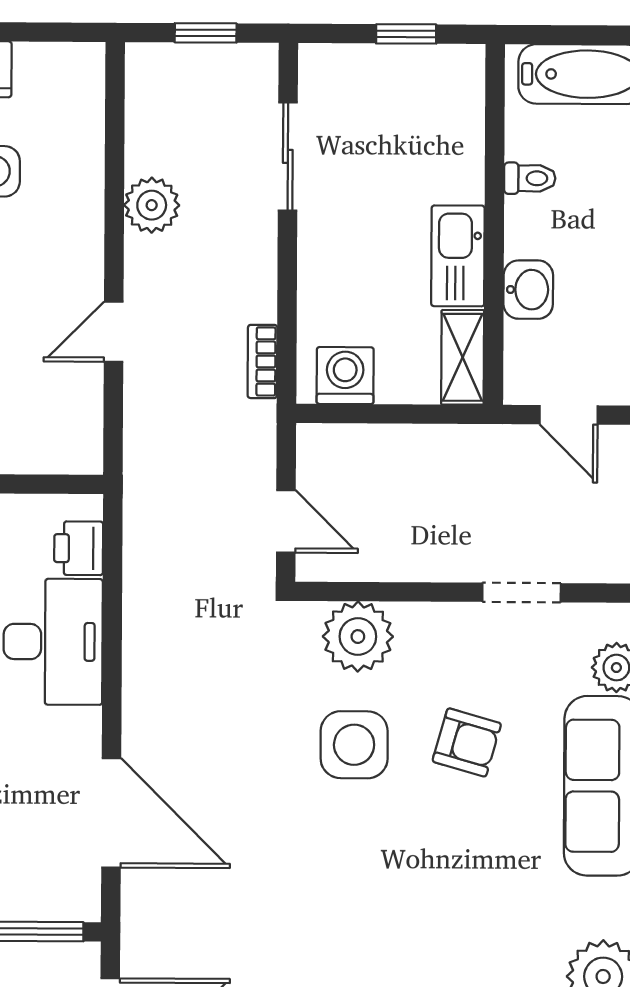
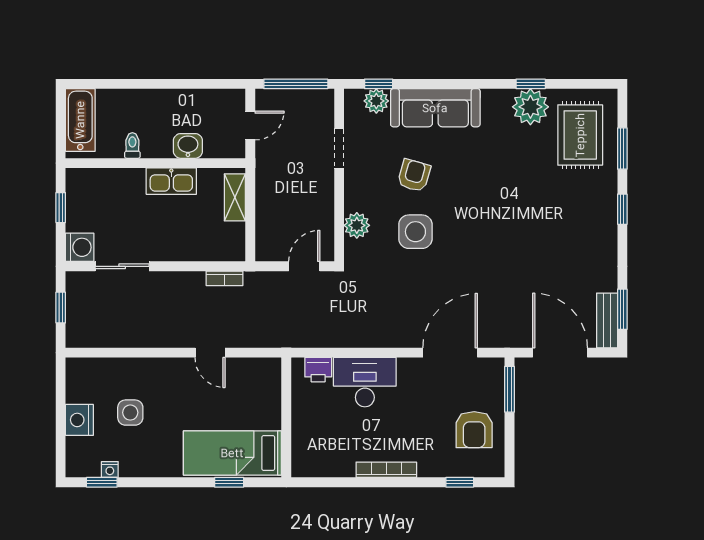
plant: (152, 205) -> (147, 334), removed
shelving: (463, 357) -> (235, 197), moved, turned 90
washing machine: (345, 376) -> (80, 247), moved, turned 180
plant: (358, 637) -> (357, 225), width x0.73, depth x0.73

